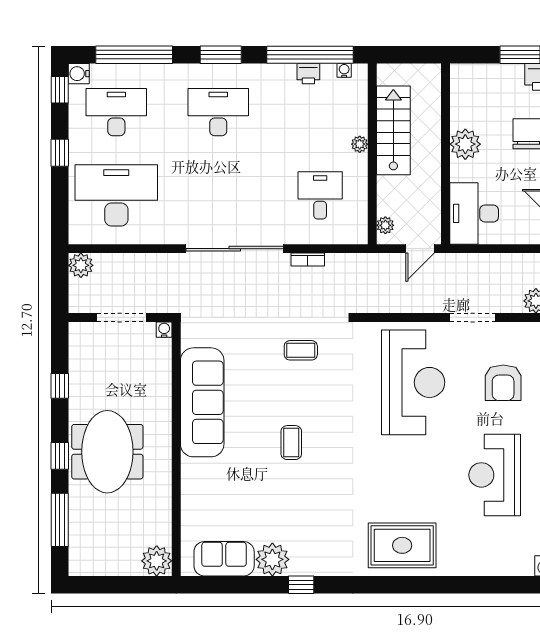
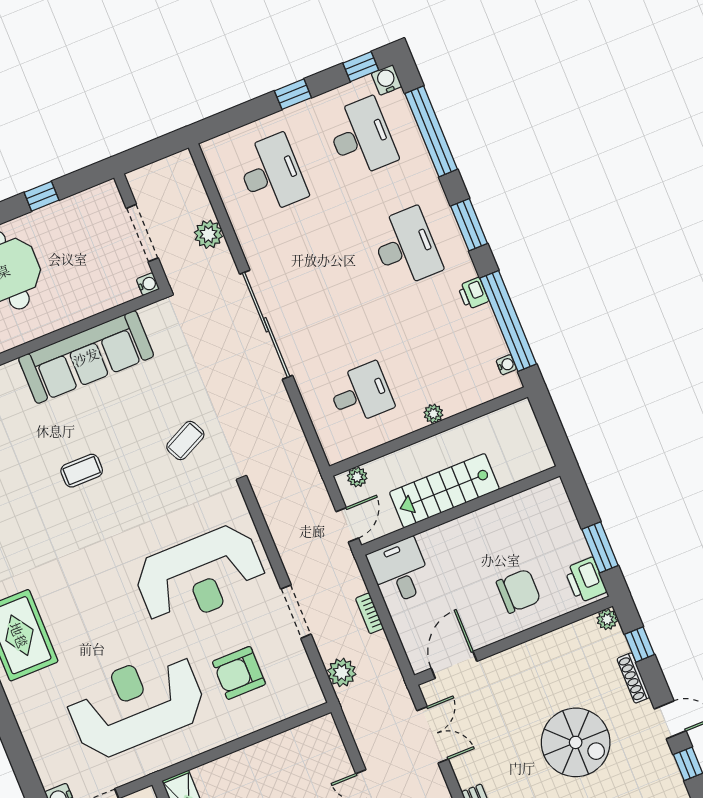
printer: (308, 74) -> (473, 293), moved
stairs: (393, 130) -> (444, 491), moved, turned 180
plant: (465, 144) -> (480, 528), removed
desk: (116, 195) -> (272, 174), width x0.73, depth x0.77
desk: (474, 213) -> (400, 571), width x0.73
door: (420, 249) -> (347, 525), swing flipped
bookcase: (308, 260) -> (370, 613), moved
plant: (81, 265) -> (208, 234), moved
coffee table: (301, 350) -> (185, 441), turned 64
reception desk: (495, 475) -> (136, 704), width x1.36, depth x1.30

